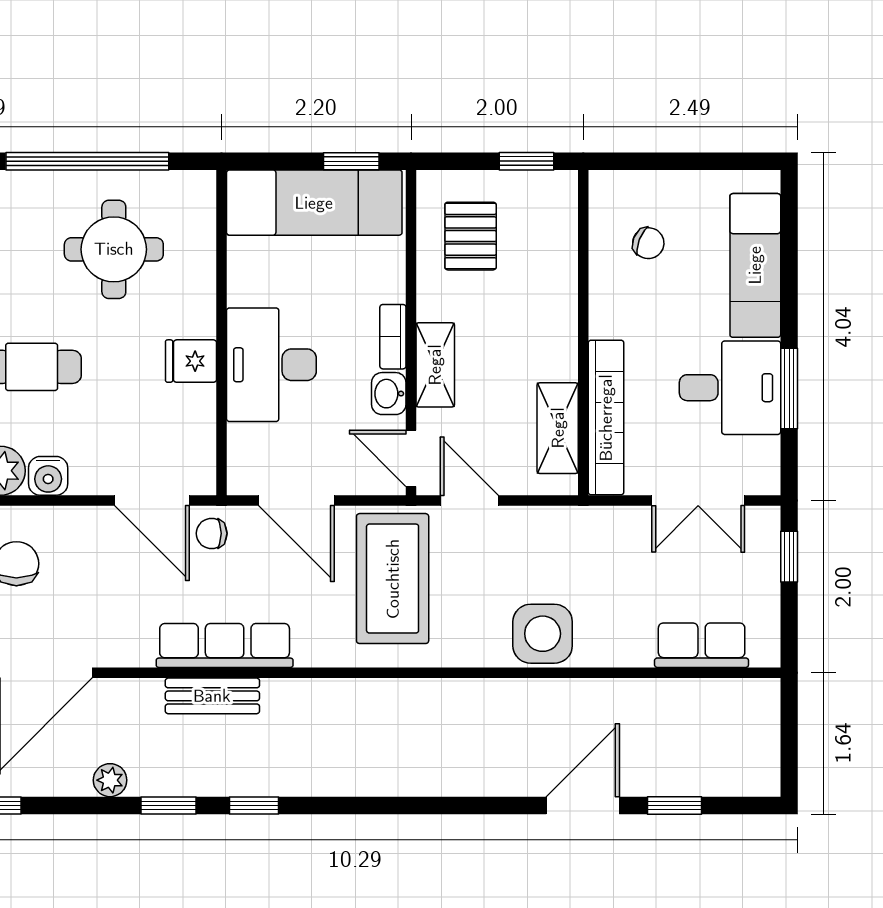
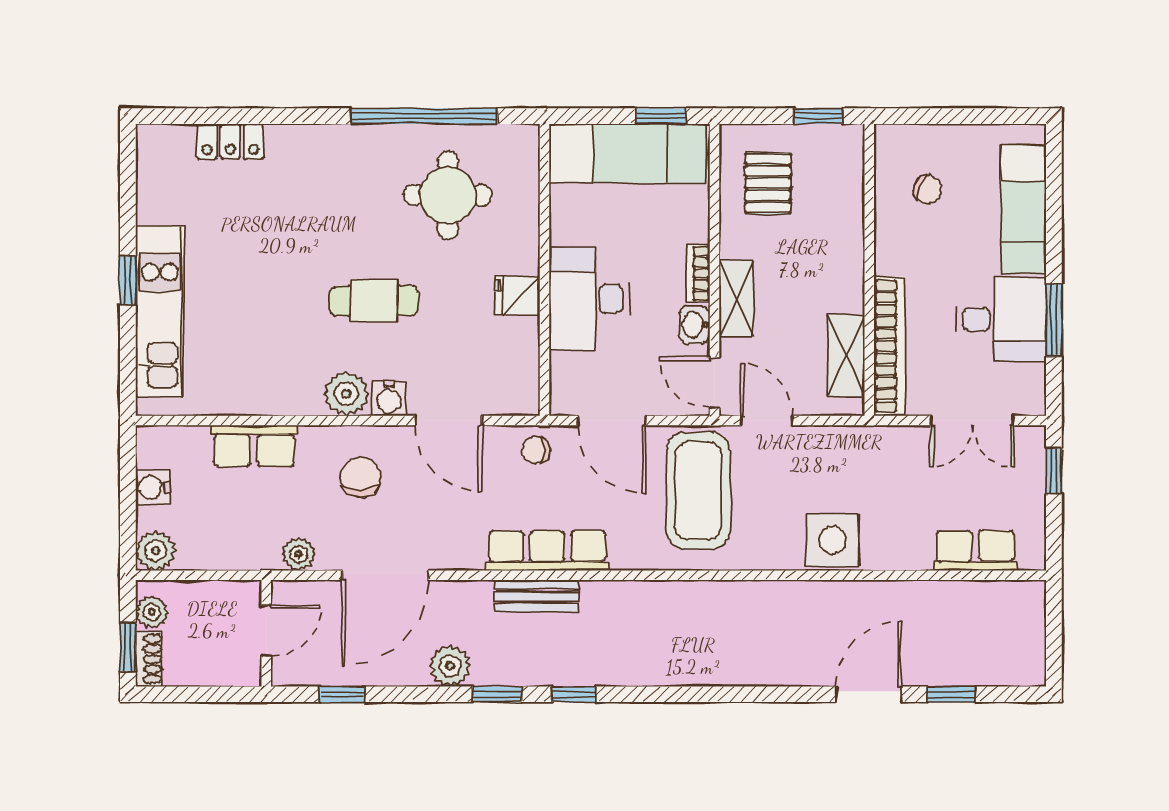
door: (152, 501) -> (448, 421), moved
plant: (110, 780) -> (450, 666), width x1.38, depth x1.38

